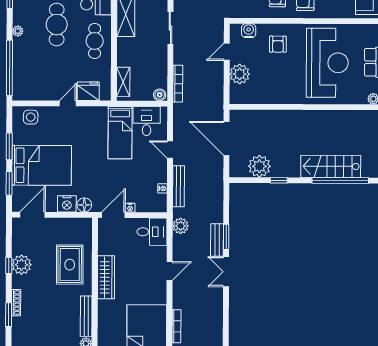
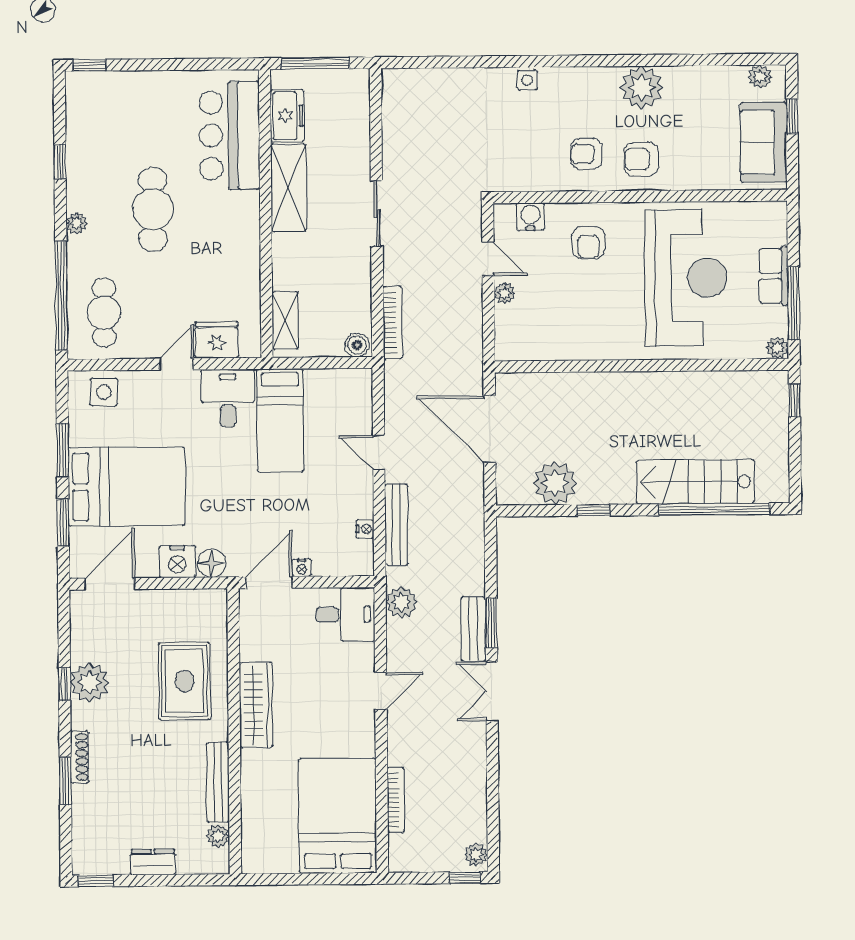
cafe table: (95, 41) -> (104, 313), moved
door: (227, 52) -> (488, 259), swing flipped
plant: (240, 74) -> (505, 293), width x0.53, depth x0.53
desk: (147, 121) -> (228, 398), moved

